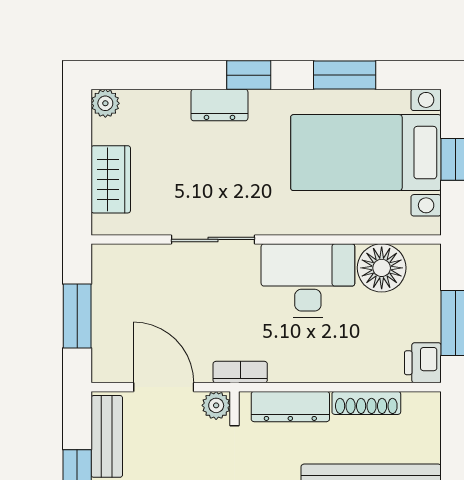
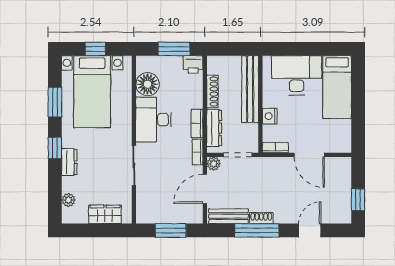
plant: (105, 103) -> (68, 200), moved
bookcase: (300, 371) -> (197, 123), added

